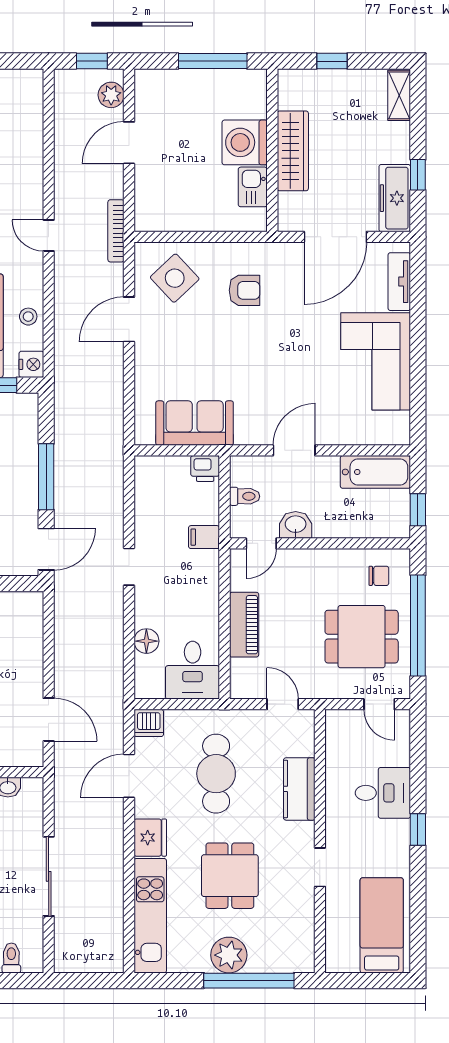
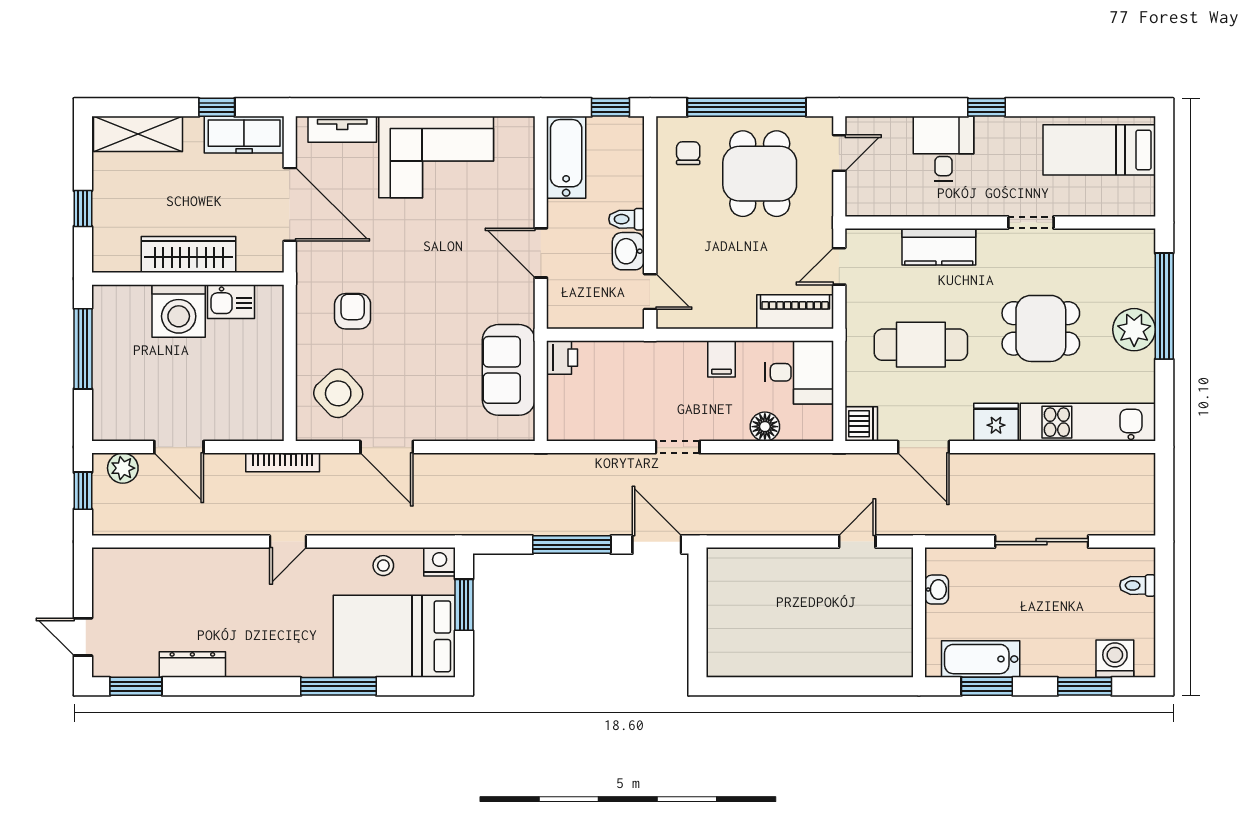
shelving: (399, 95) -> (138, 134), width x1.50, depth x1.33
toilet: (245, 496) -> (626, 219), moved, turned -90
filing cabinet: (204, 537) -> (721, 359), moved
piano: (244, 625) -> (795, 312), moved
door: (49, 720) -> (857, 542), width x0.73

